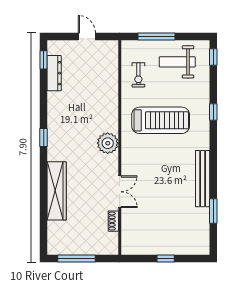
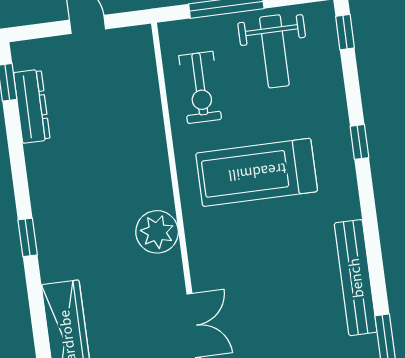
weight bench: (177, 62) -> (274, 51), turned -90
exercise bike: (138, 75) -> (200, 87), width x1.38, depth x1.39
treadmill: (161, 120) -> (257, 172), turned 180

